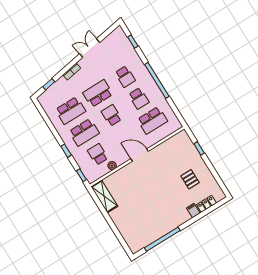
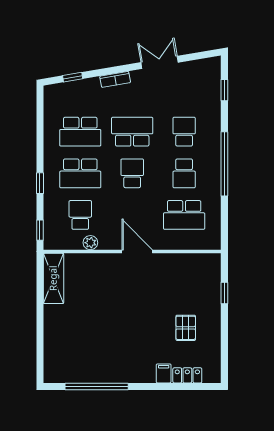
school desk: (125, 77) -> (184, 132), turned 180

